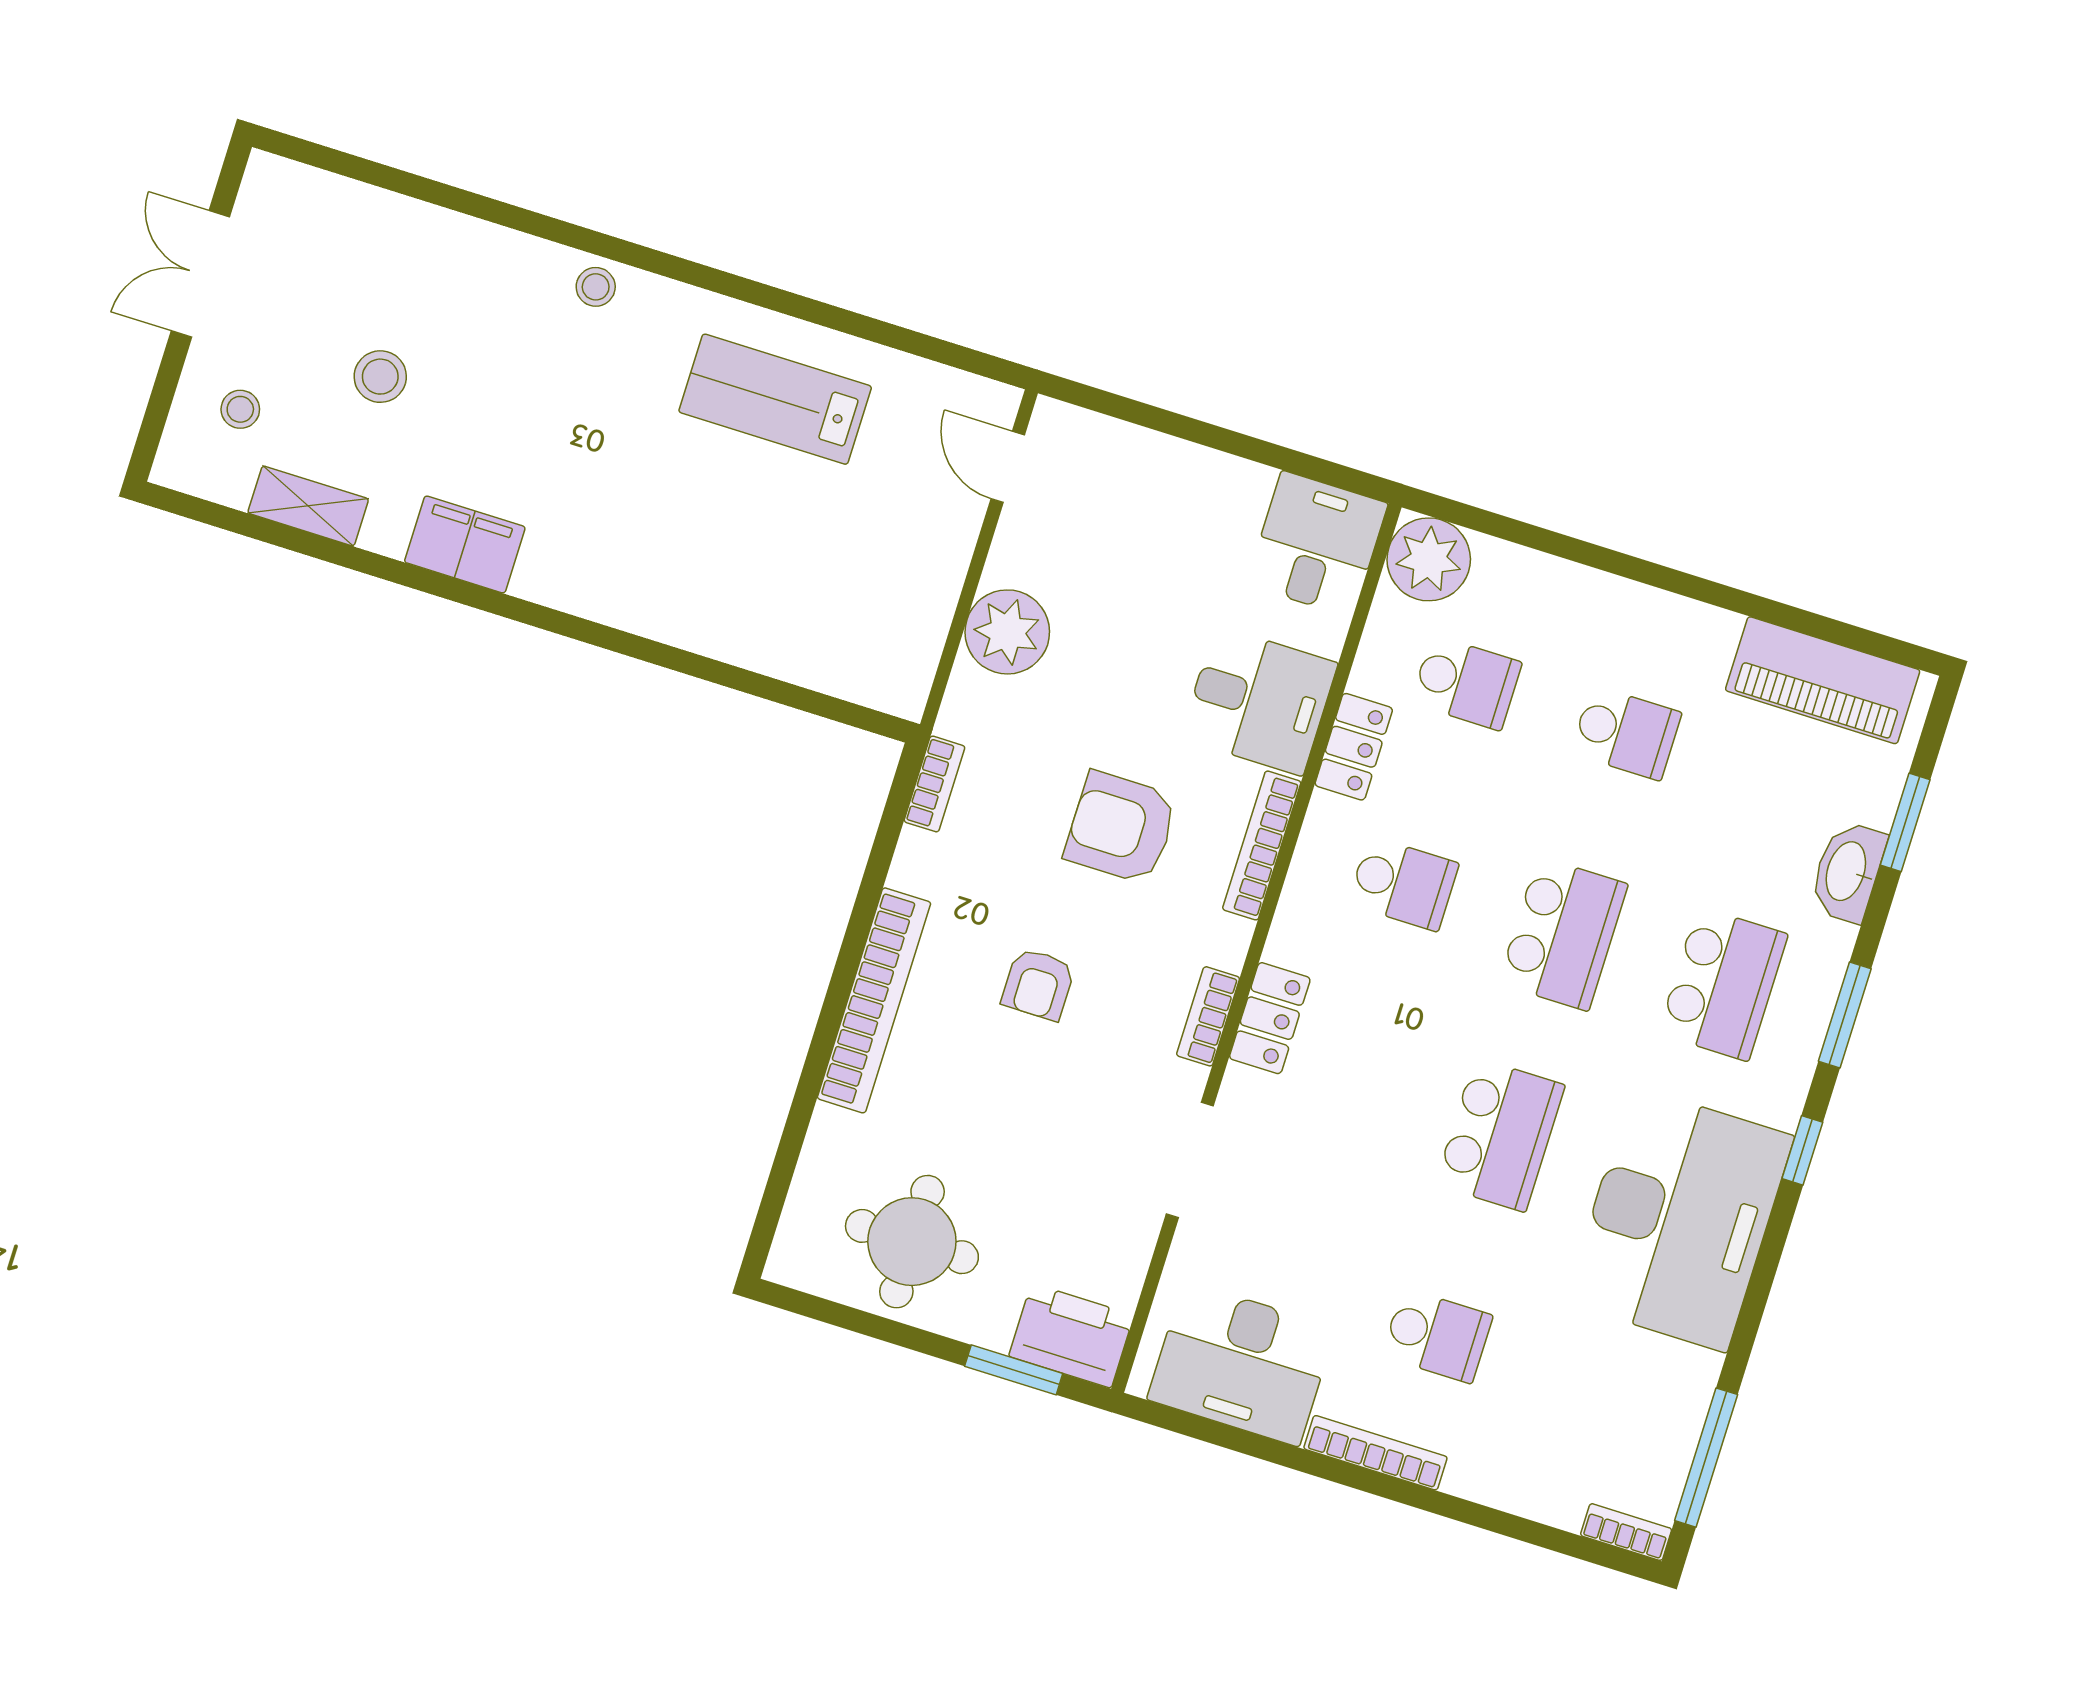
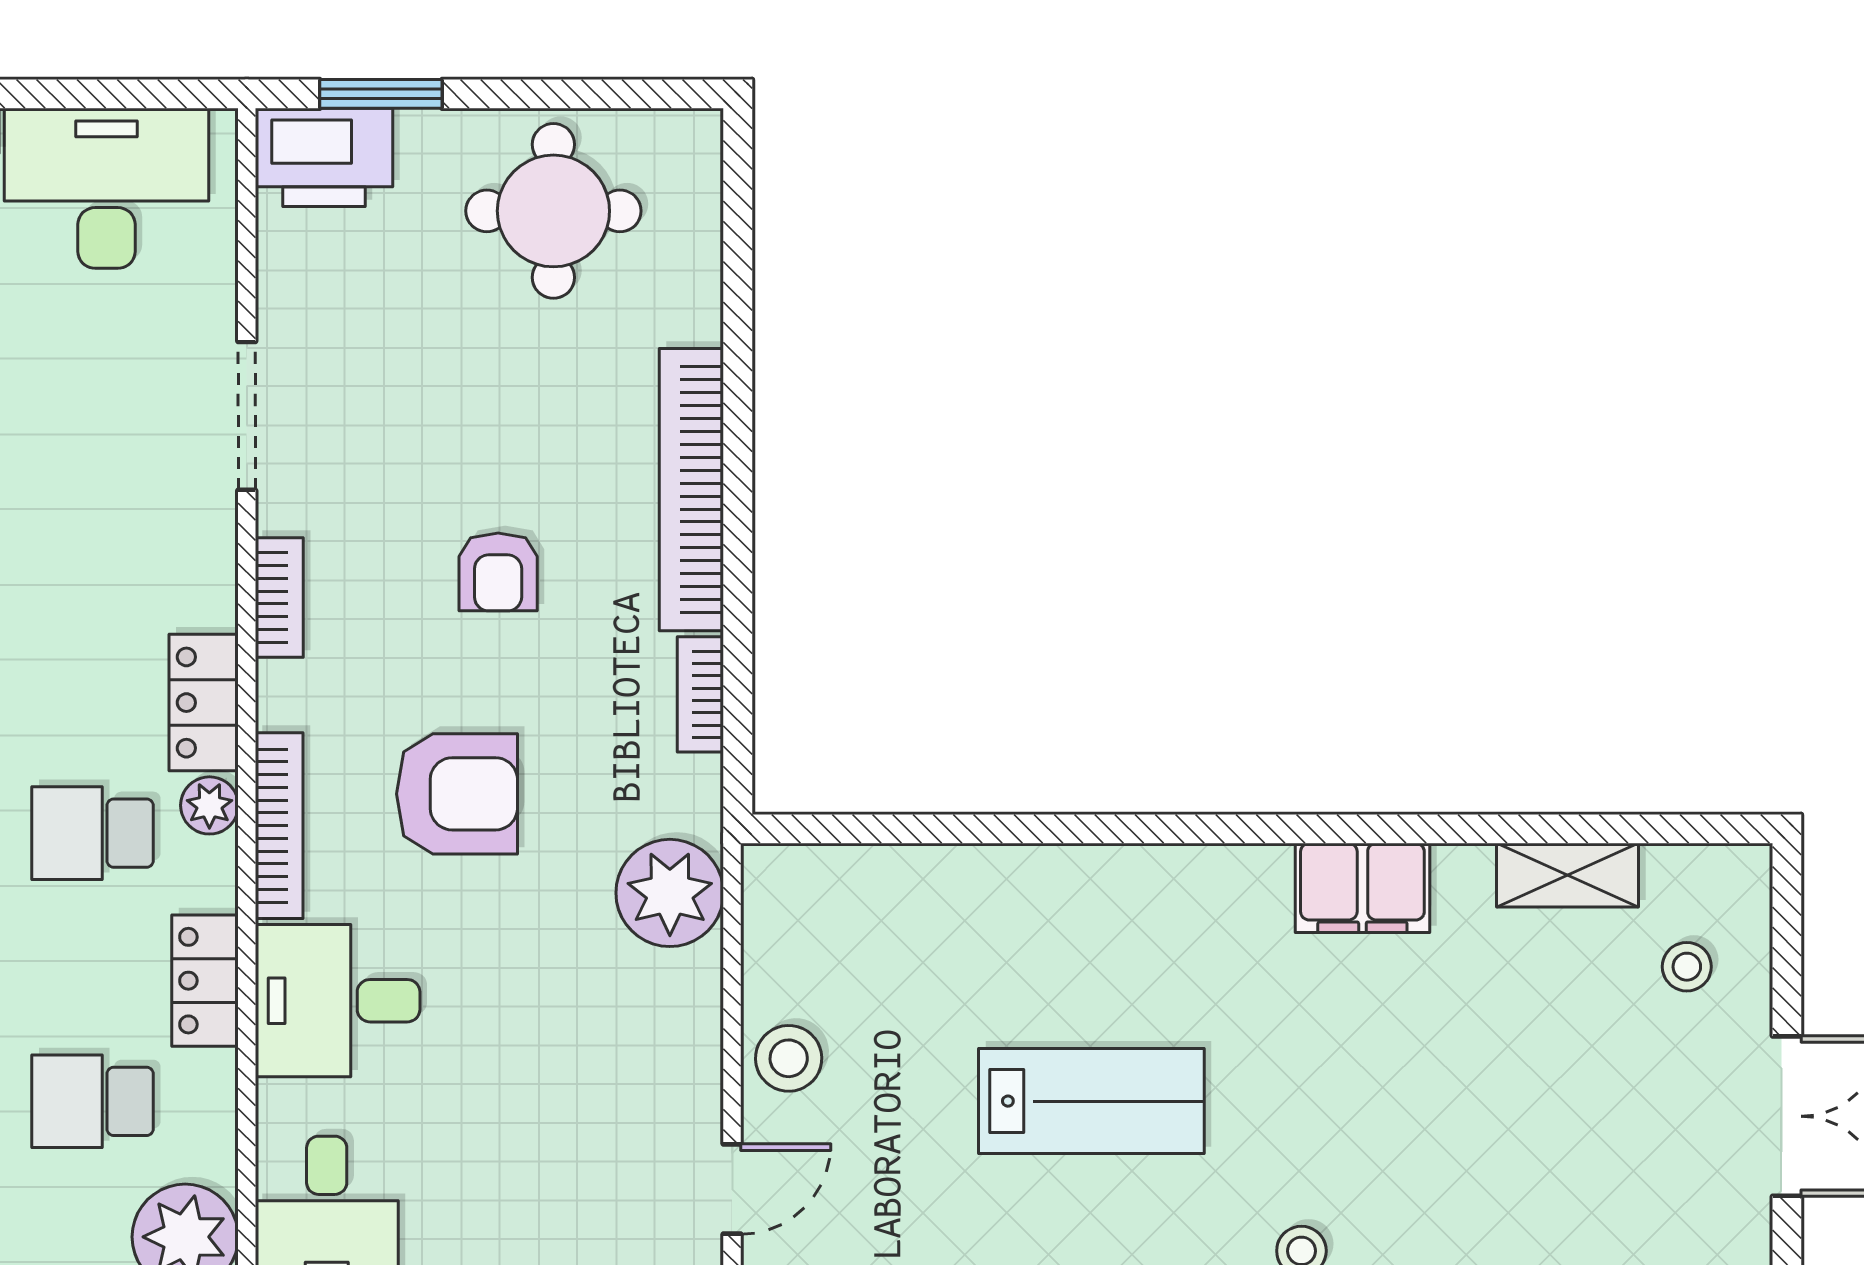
stool: (380, 377) -> (789, 1058), moved
lab bench: (775, 399) -> (1091, 1101), moved
door: (1008, 467) -> (732, 1189), hinge flipped
plant: (1007, 632) -> (670, 893), moved
bookcase: (934, 784) -> (700, 694), moved
plant: (1309, 877) -> (209, 805), added
armchair: (1038, 984) -> (498, 572), turned 180
locker: (1270, 1018) -> (204, 703), moved

